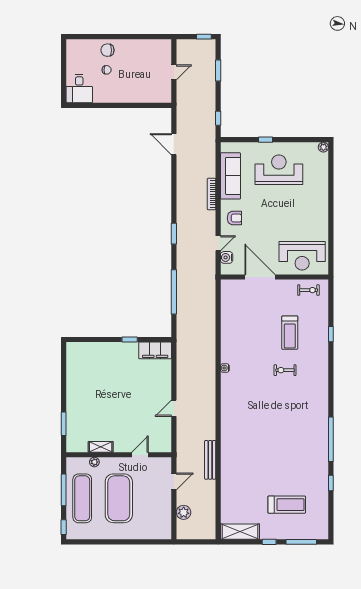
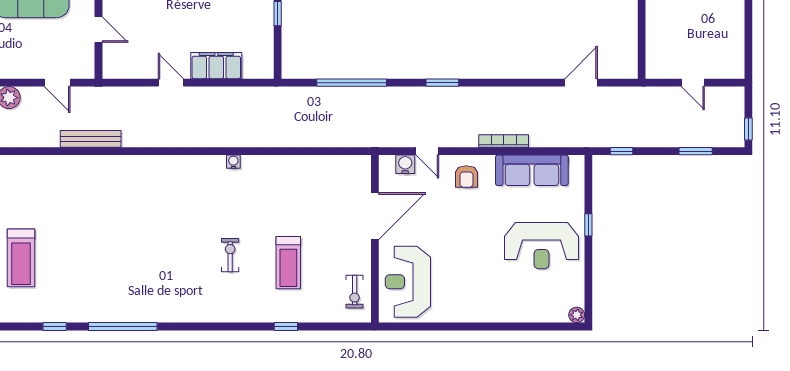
reception desk: (279, 170) -> (541, 246), turned 90
treadmill: (290, 333) -> (288, 263), turned -90
filing cabinet: (155, 350) -> (216, 66), moved, turned 90

